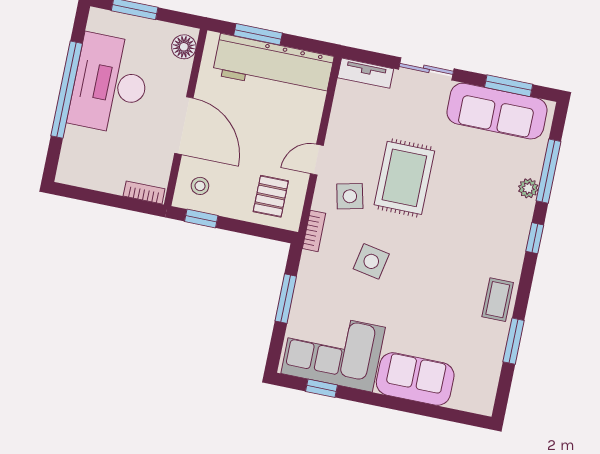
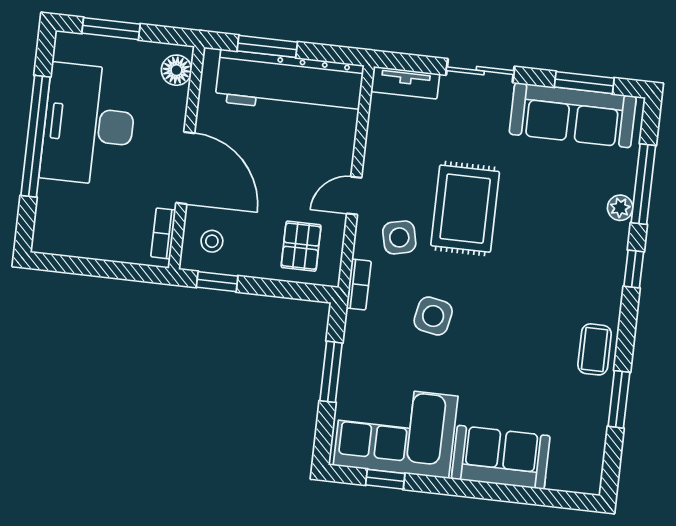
bookcase: (144, 192) -> (163, 233), moved, turned -90

